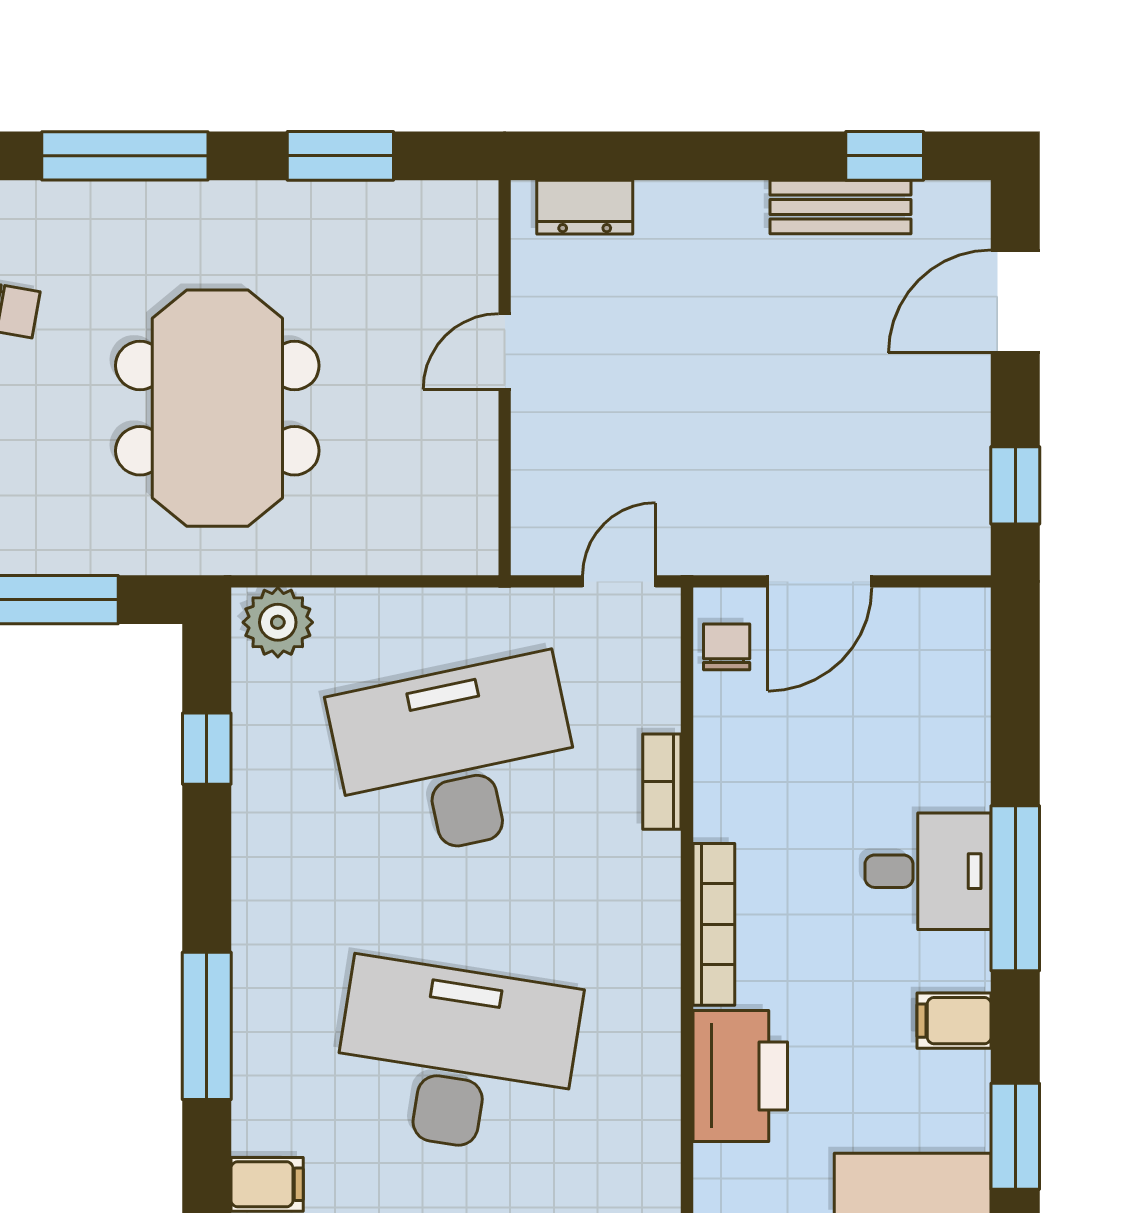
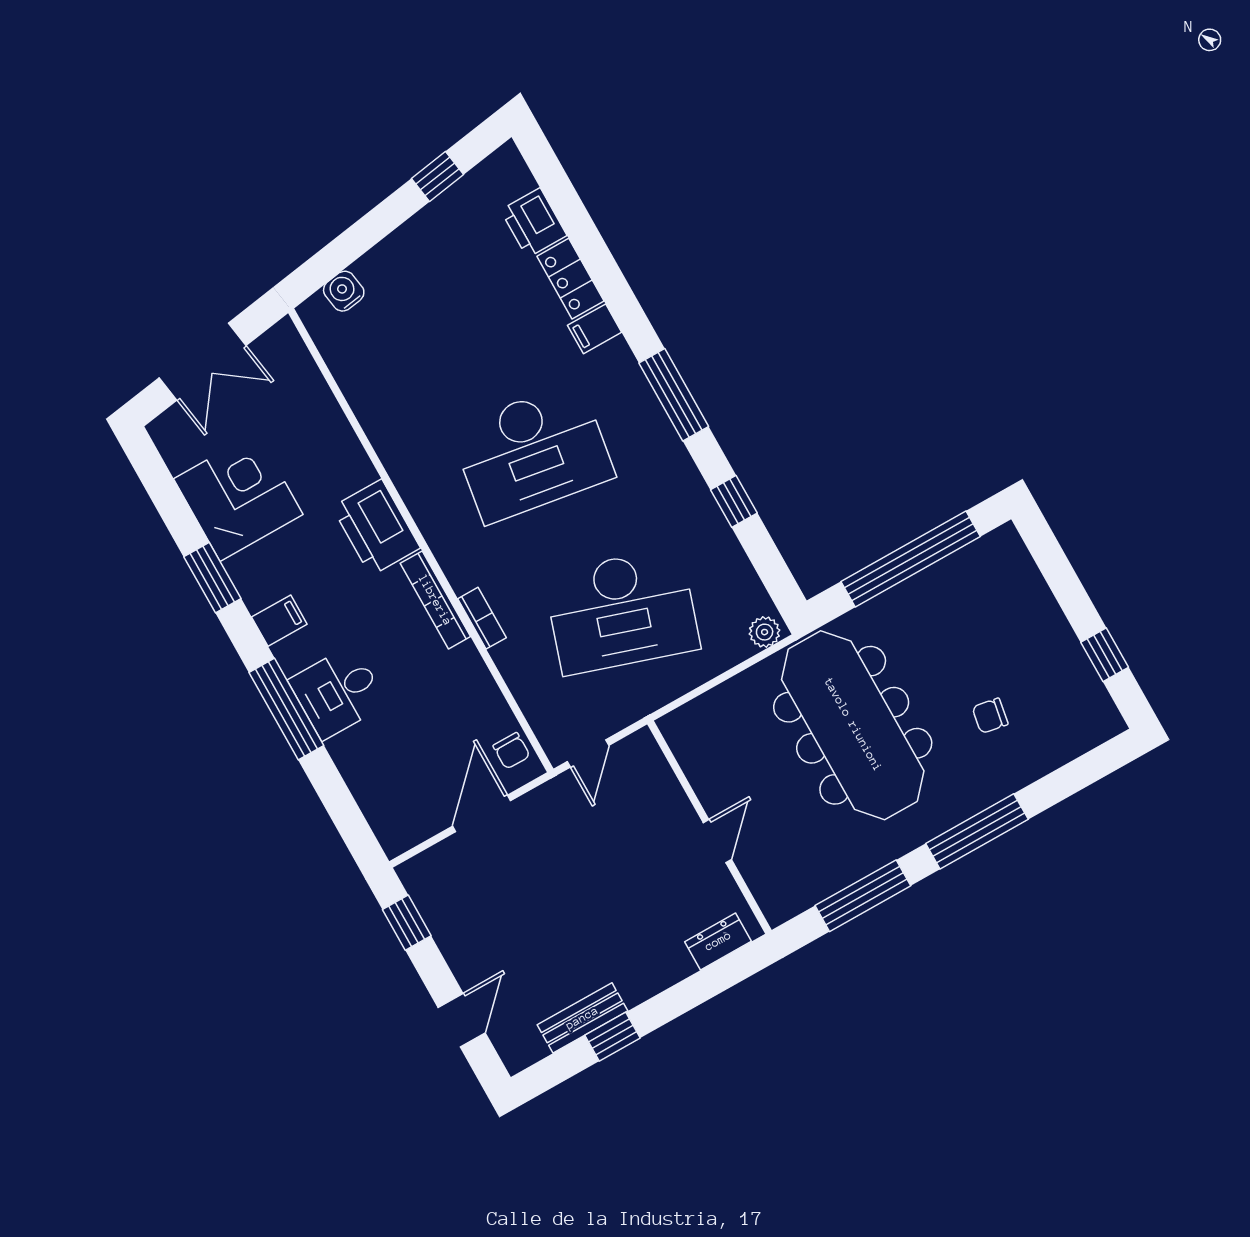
window: (340, 156) -> (863, 896), width x1.44
window: (885, 156) -> (613, 1037), moved
door: (1015, 302) -> (462, 1020), width x0.73
meeting table: (217, 408) -> (853, 725), width x1.36
plant: (278, 622) -> (765, 632), width x0.73, depth x0.73
window: (207, 749) -> (734, 501), moved
desk: (456, 758) -> (622, 611), turned 30
bookcase: (662, 782) -> (482, 618), moved

